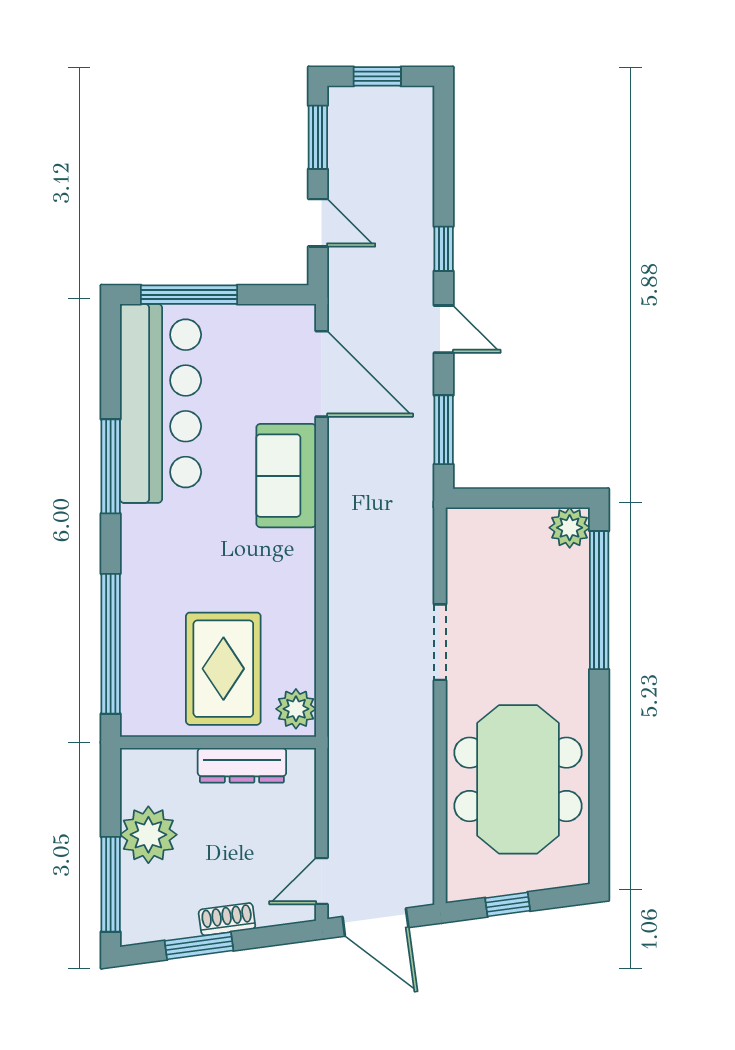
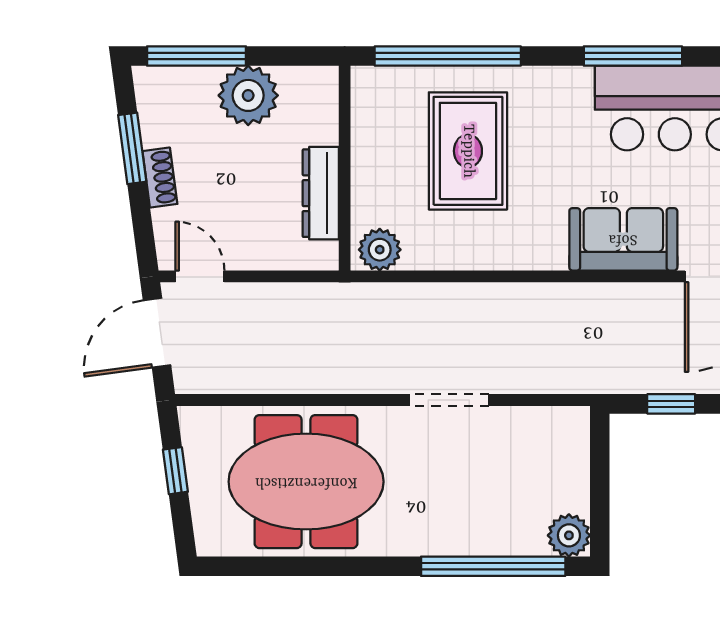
window: (444, 430) -> (671, 404), width x0.67
rug: (223, 669) -> (468, 151), moved, turned 90

